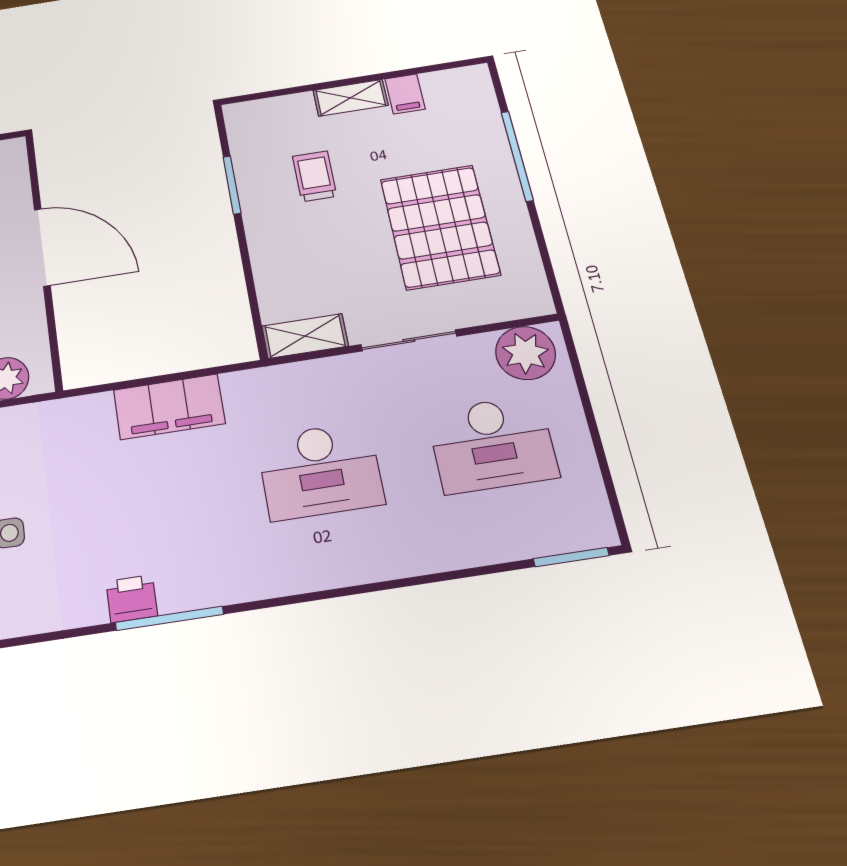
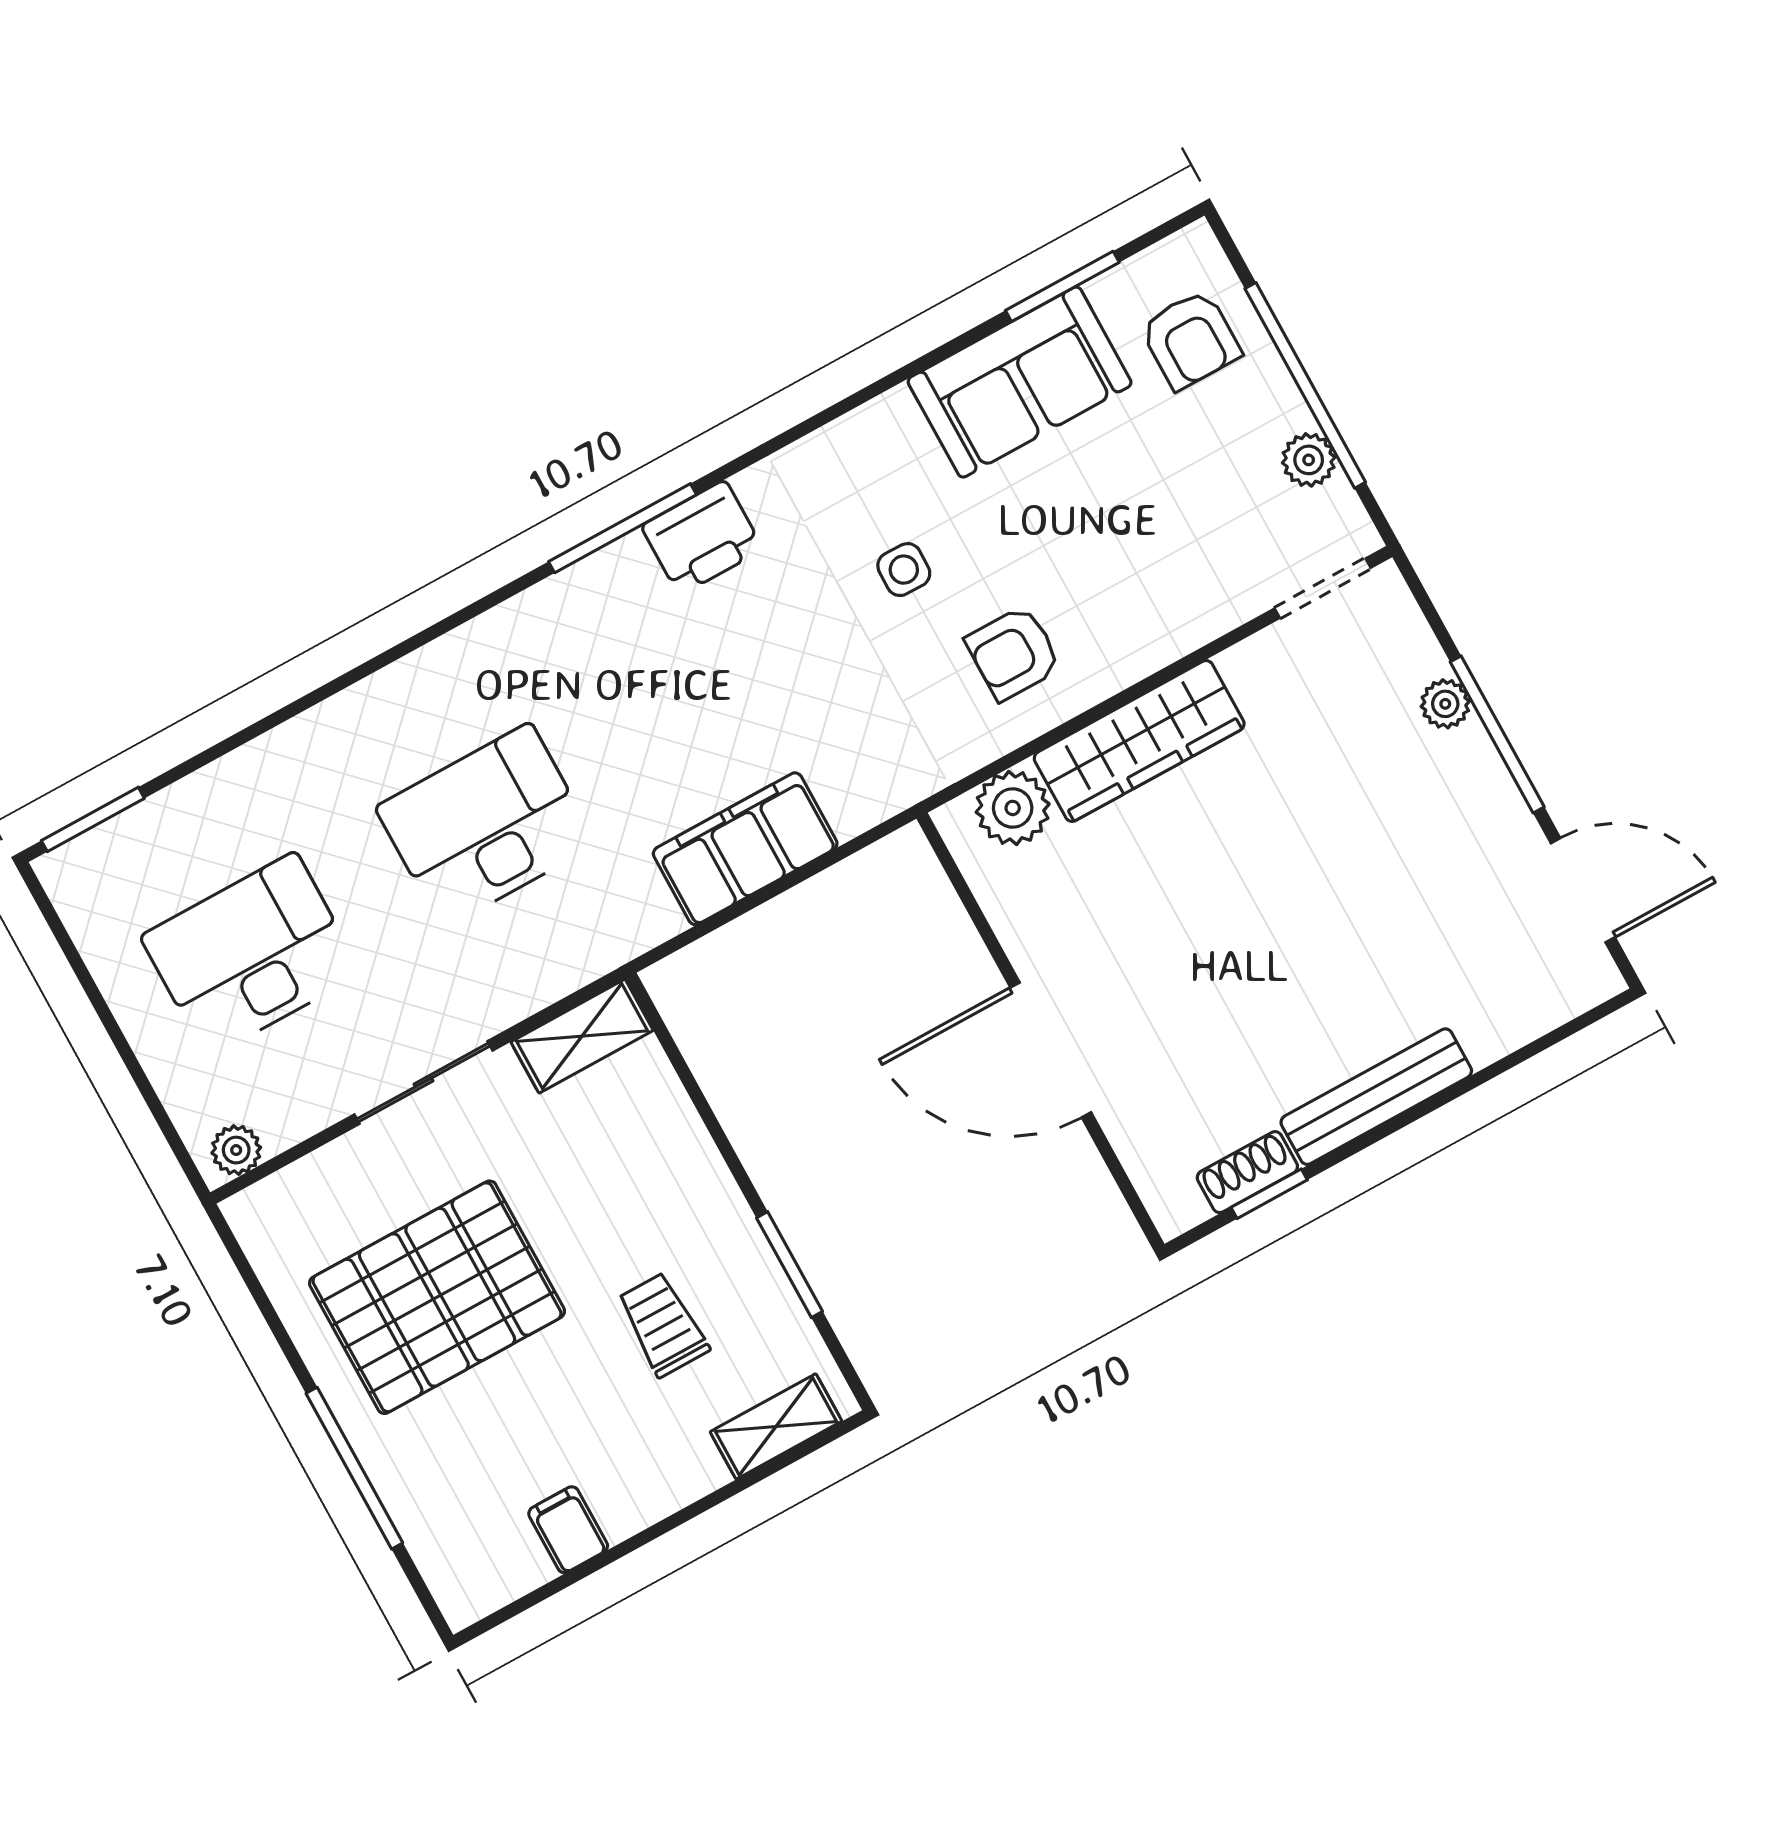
shelving: (351, 98) -> (776, 1426), moved
trolley: (315, 176) -> (663, 1325), turned 180
pallet: (440, 227) -> (437, 1297), turned 90
plant: (525, 353) -> (236, 1150), width x0.53, depth x0.53
printer: (132, 599) -> (702, 538), width x1.36, depth x1.24

